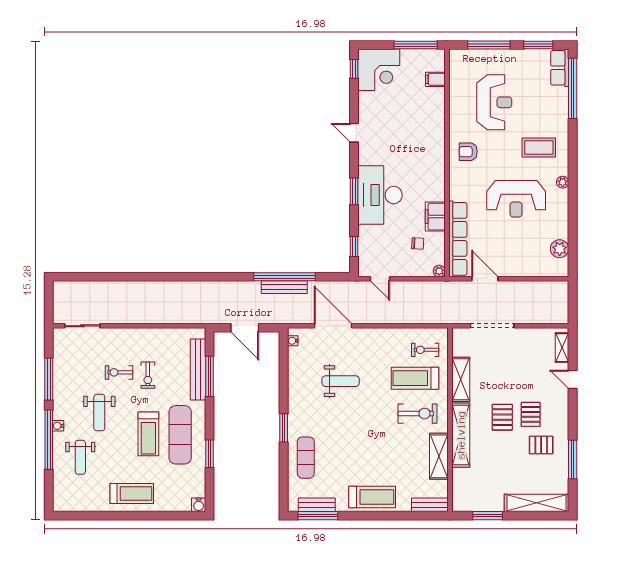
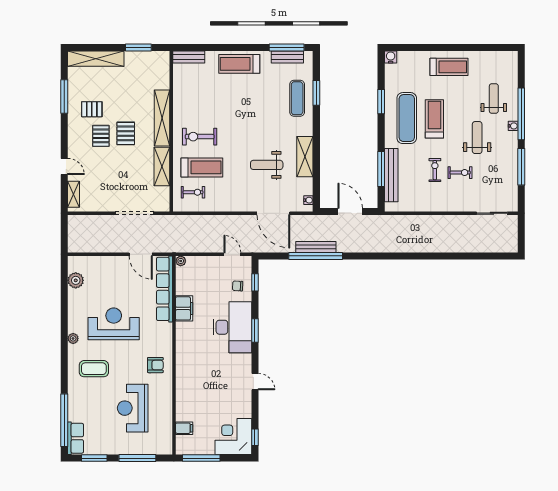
chair: (418, 243) -> (238, 286), moved
window: (284, 428) -> (316, 93), moved
shelving: (439, 456) -> (305, 157), moved
treadmill: (132, 494) -> (449, 67), turned 180

